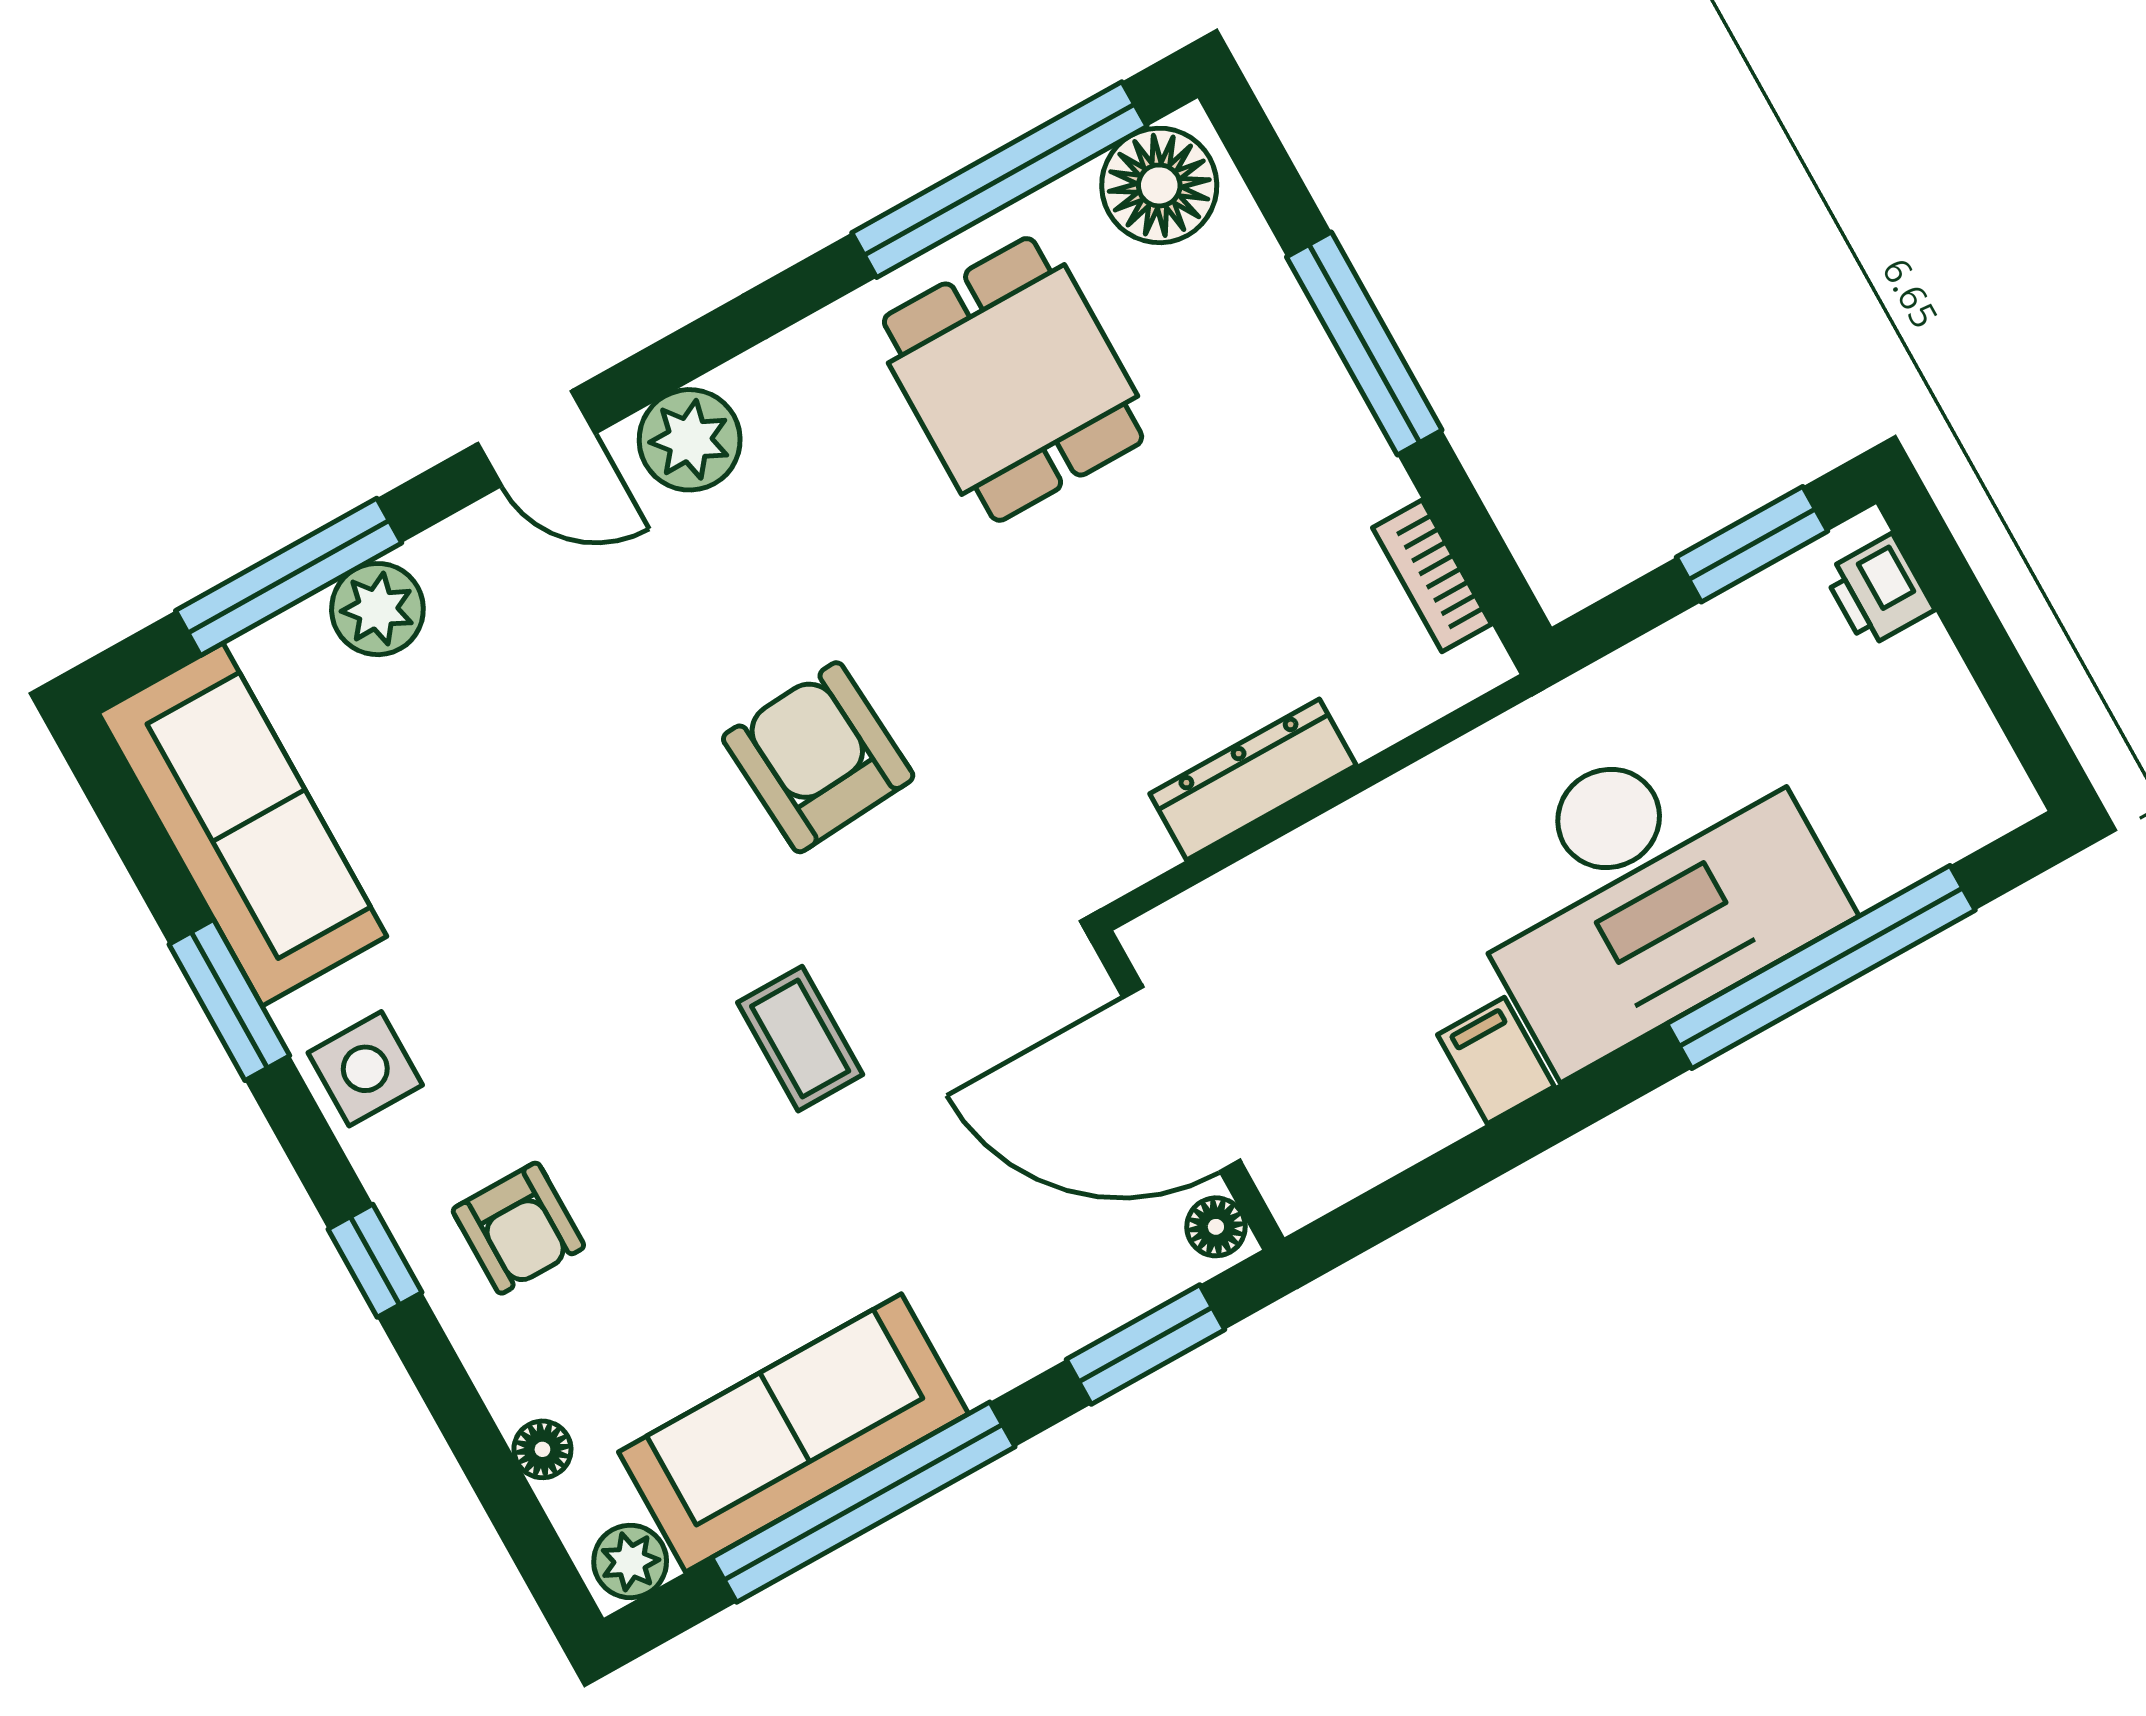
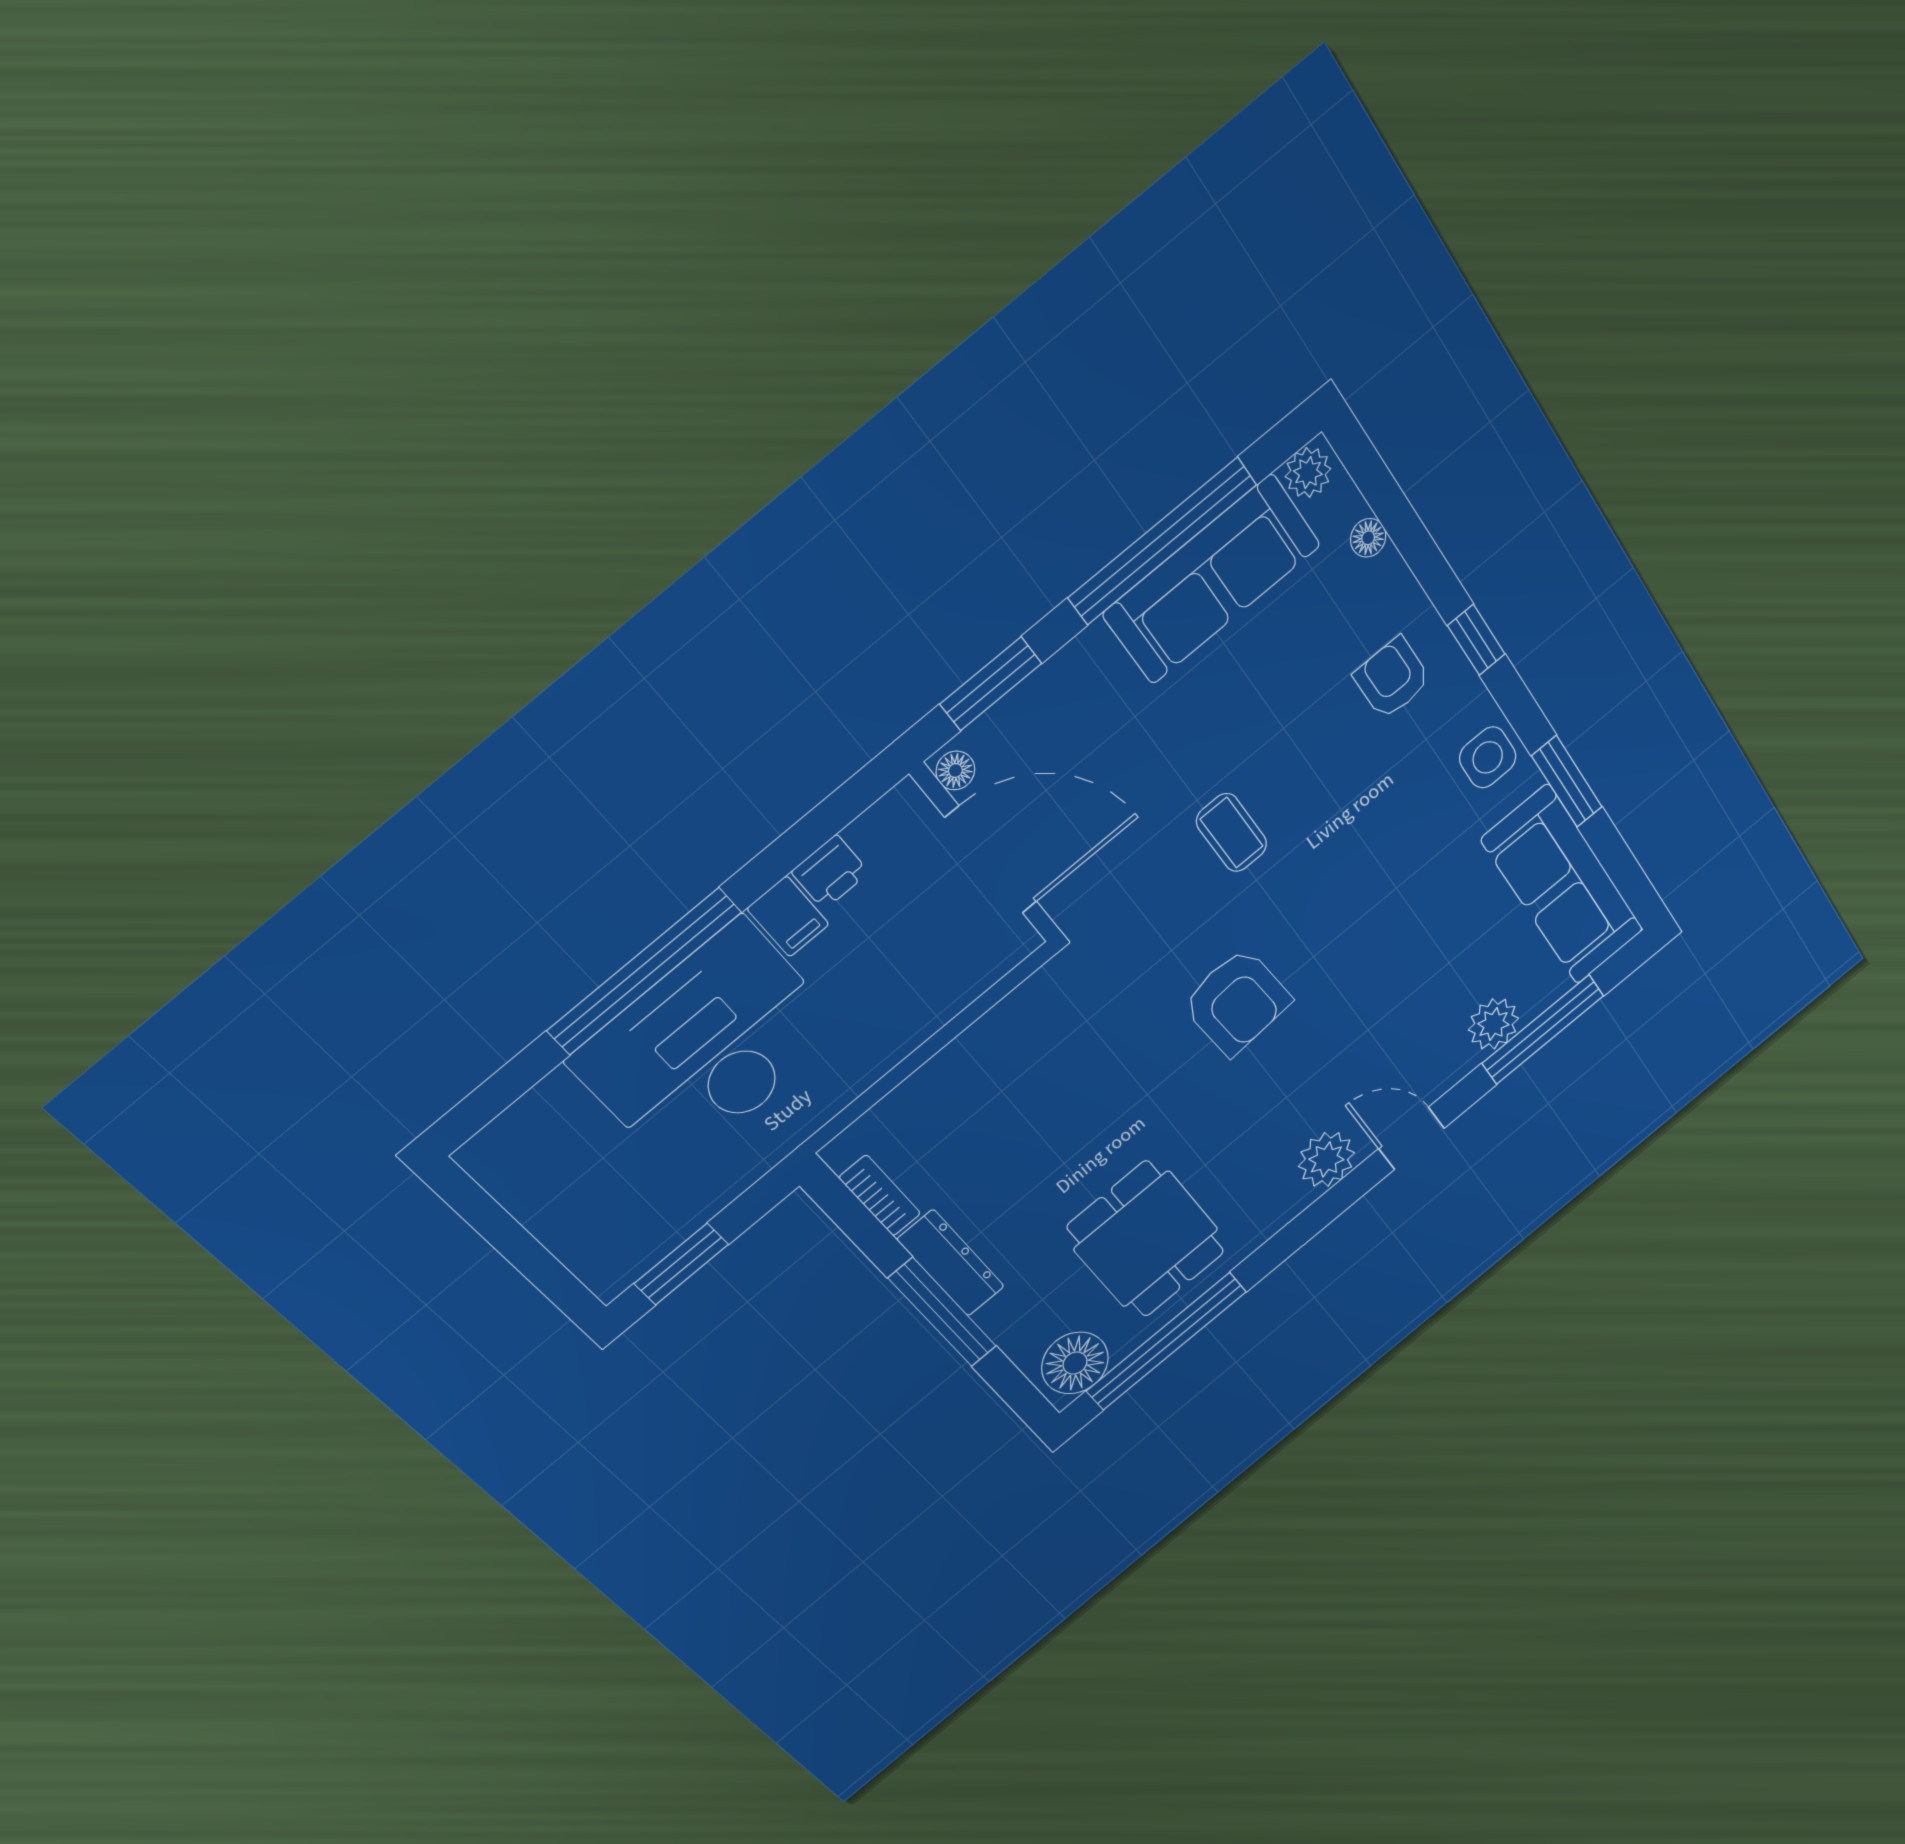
printer: (1879, 591) -> (830, 872), moved, turned 90
dresser: (1253, 779) -> (951, 1263), moved, turned -90
window: (1821, 967) -> (644, 971), moved

